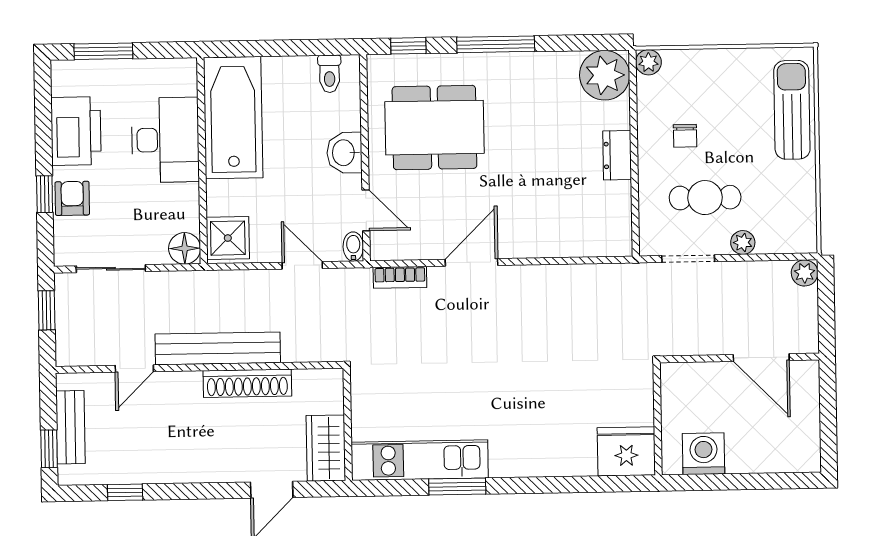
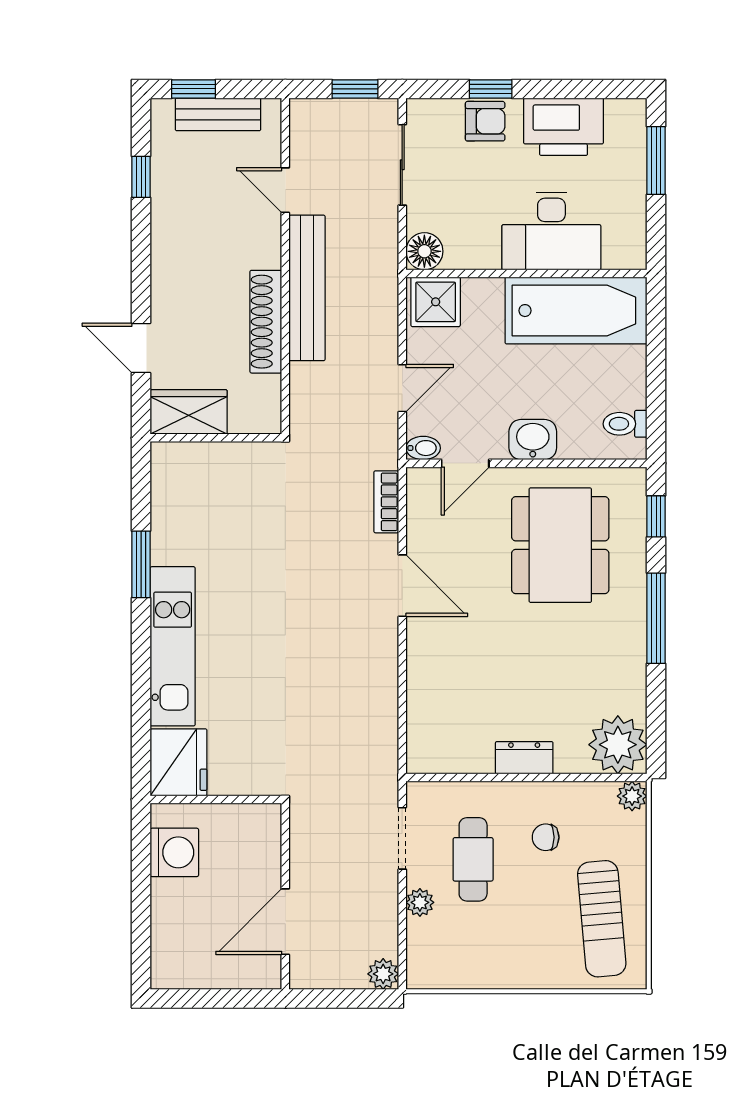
sun lounger: (792, 110) -> (602, 919), moved, turned 85
kitchen unit: (420, 460) -> (173, 646), moved

